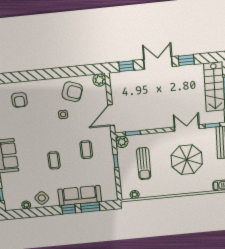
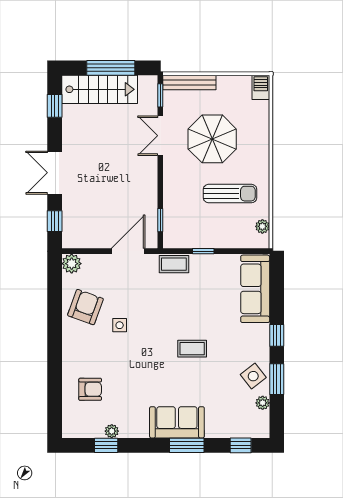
window: (186, 60) -> (55, 106), moved
door: (111, 115) -> (128, 251), swing flipped
plant: (122, 142) -> (173, 239), removed
coffee table: (86, 150) -> (174, 264), moved
sun lounger: (144, 164) -> (230, 194), moved
sofa: (80, 196) -> (255, 289), moved
window: (90, 207) -> (277, 379), moved

